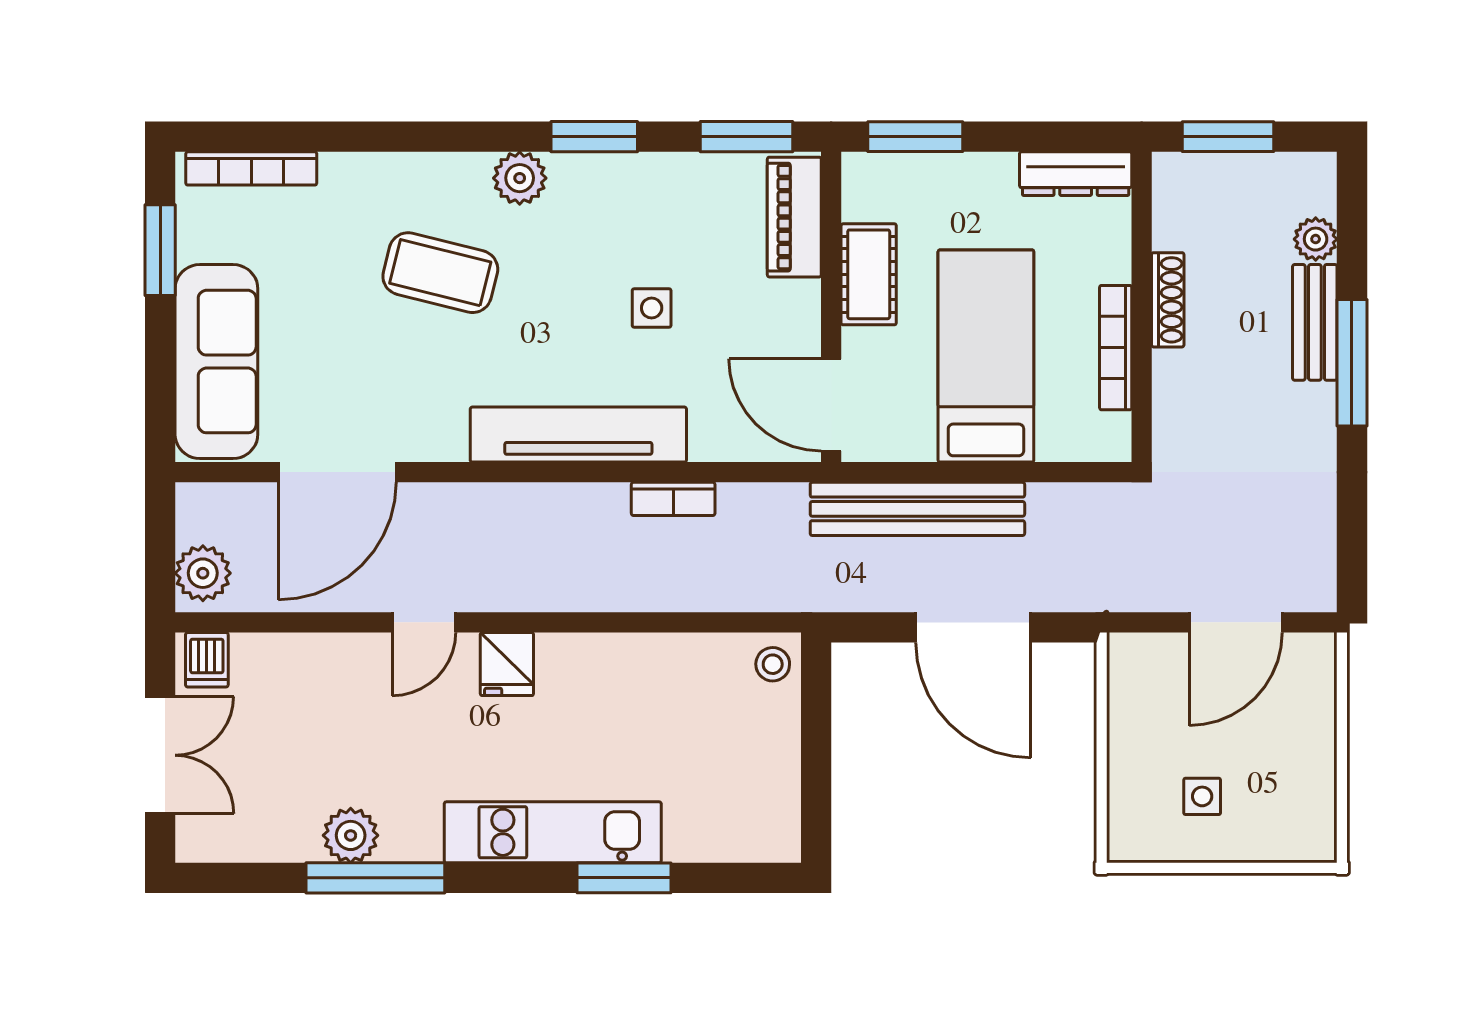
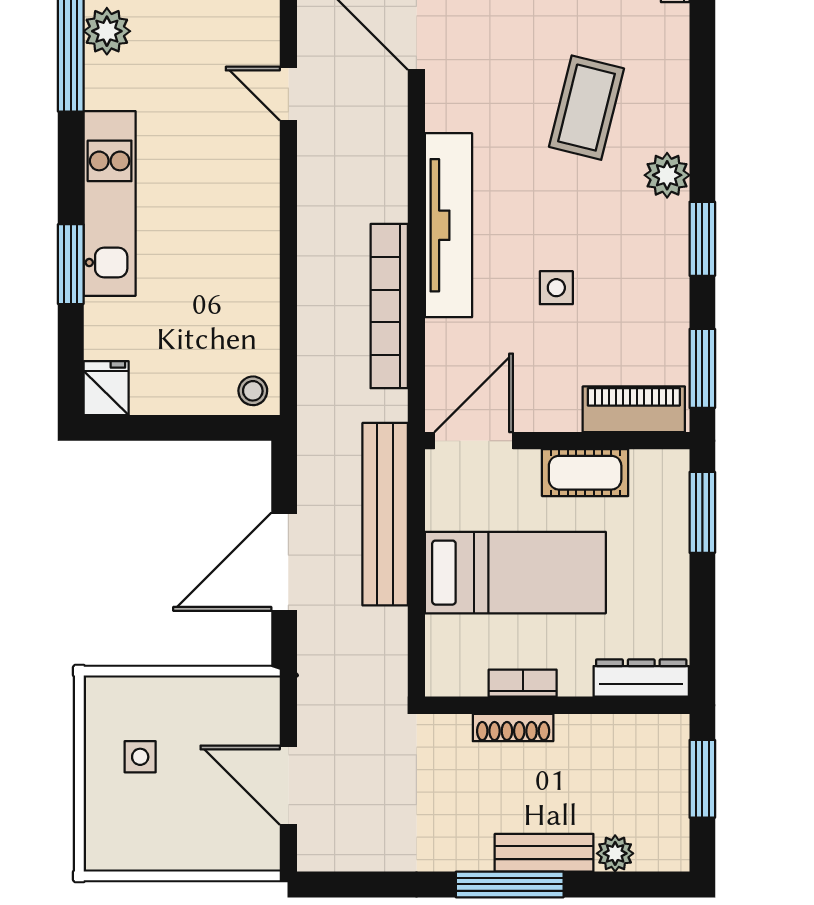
dresser: (1076, 174) -> (641, 678), moved, turned 90
shoe rack: (1168, 300) -> (513, 727), moved
bookcase: (1116, 348) -> (523, 683), width x0.64
bookcase: (673, 499) -> (389, 306), width x2.31, depth x1.31
fridge: (507, 664) -> (106, 388), moved, turned 90

